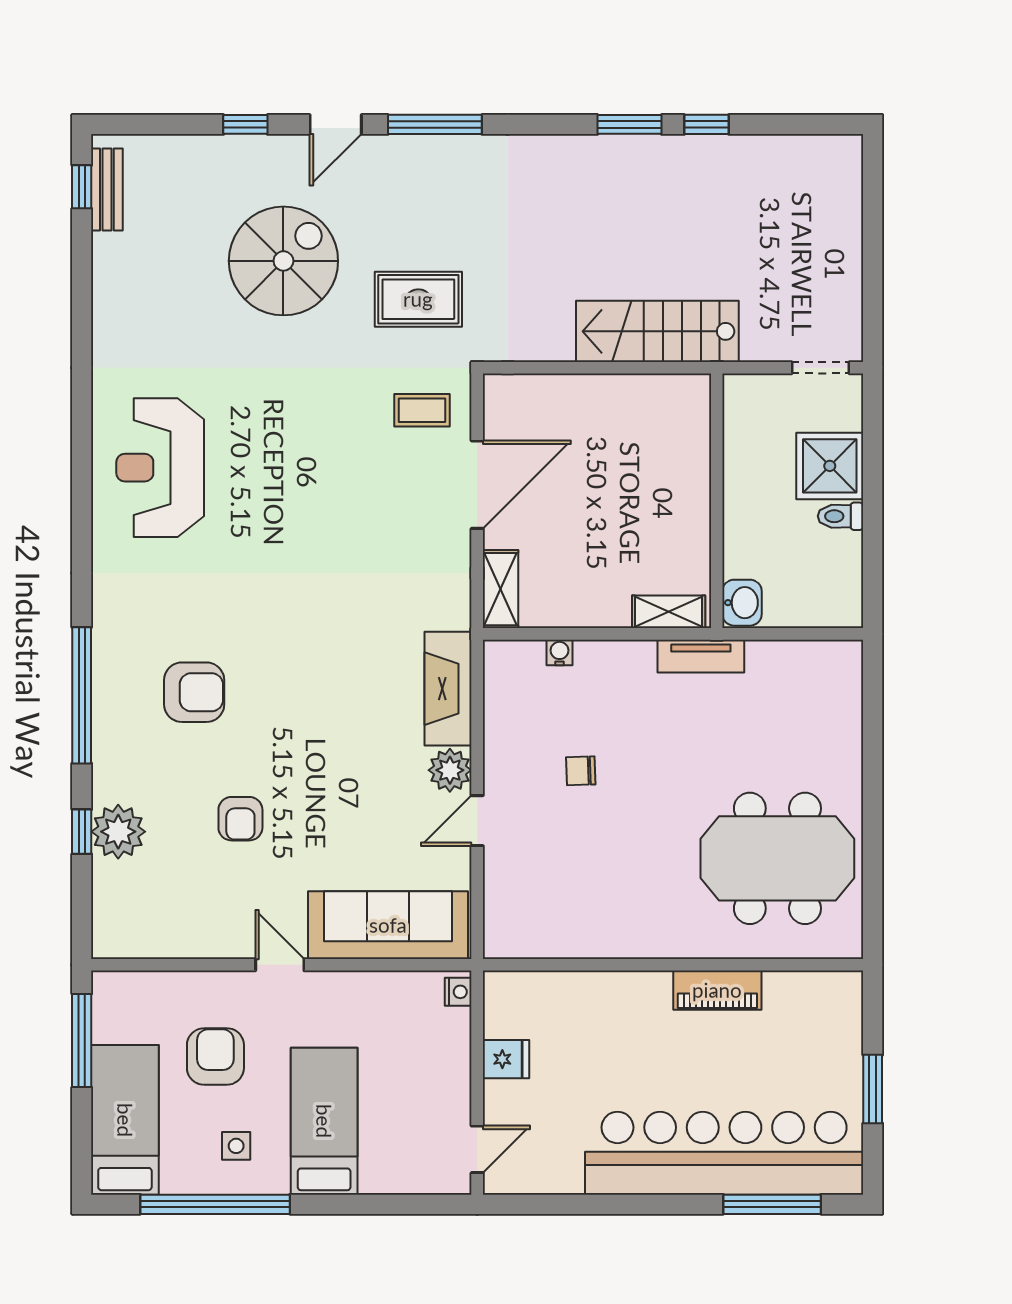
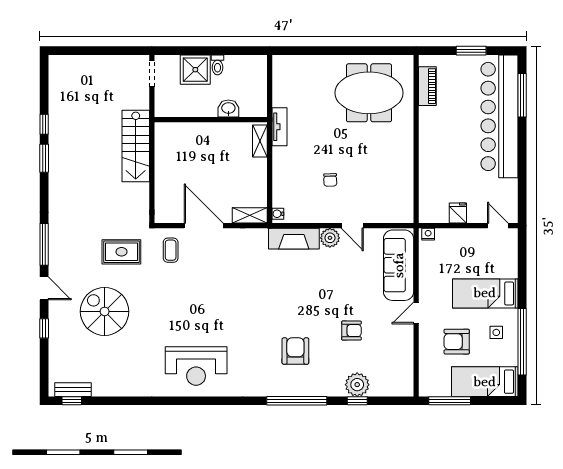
rug: (418, 299) -> (121, 252), turned 90
washbasin: (742, 603) -> (228, 108), moved
water cooler: (559, 653) -> (278, 214), moved
meeting table: (777, 858) -> (369, 93), turned 90
piano: (717, 990) -> (427, 86), moved

